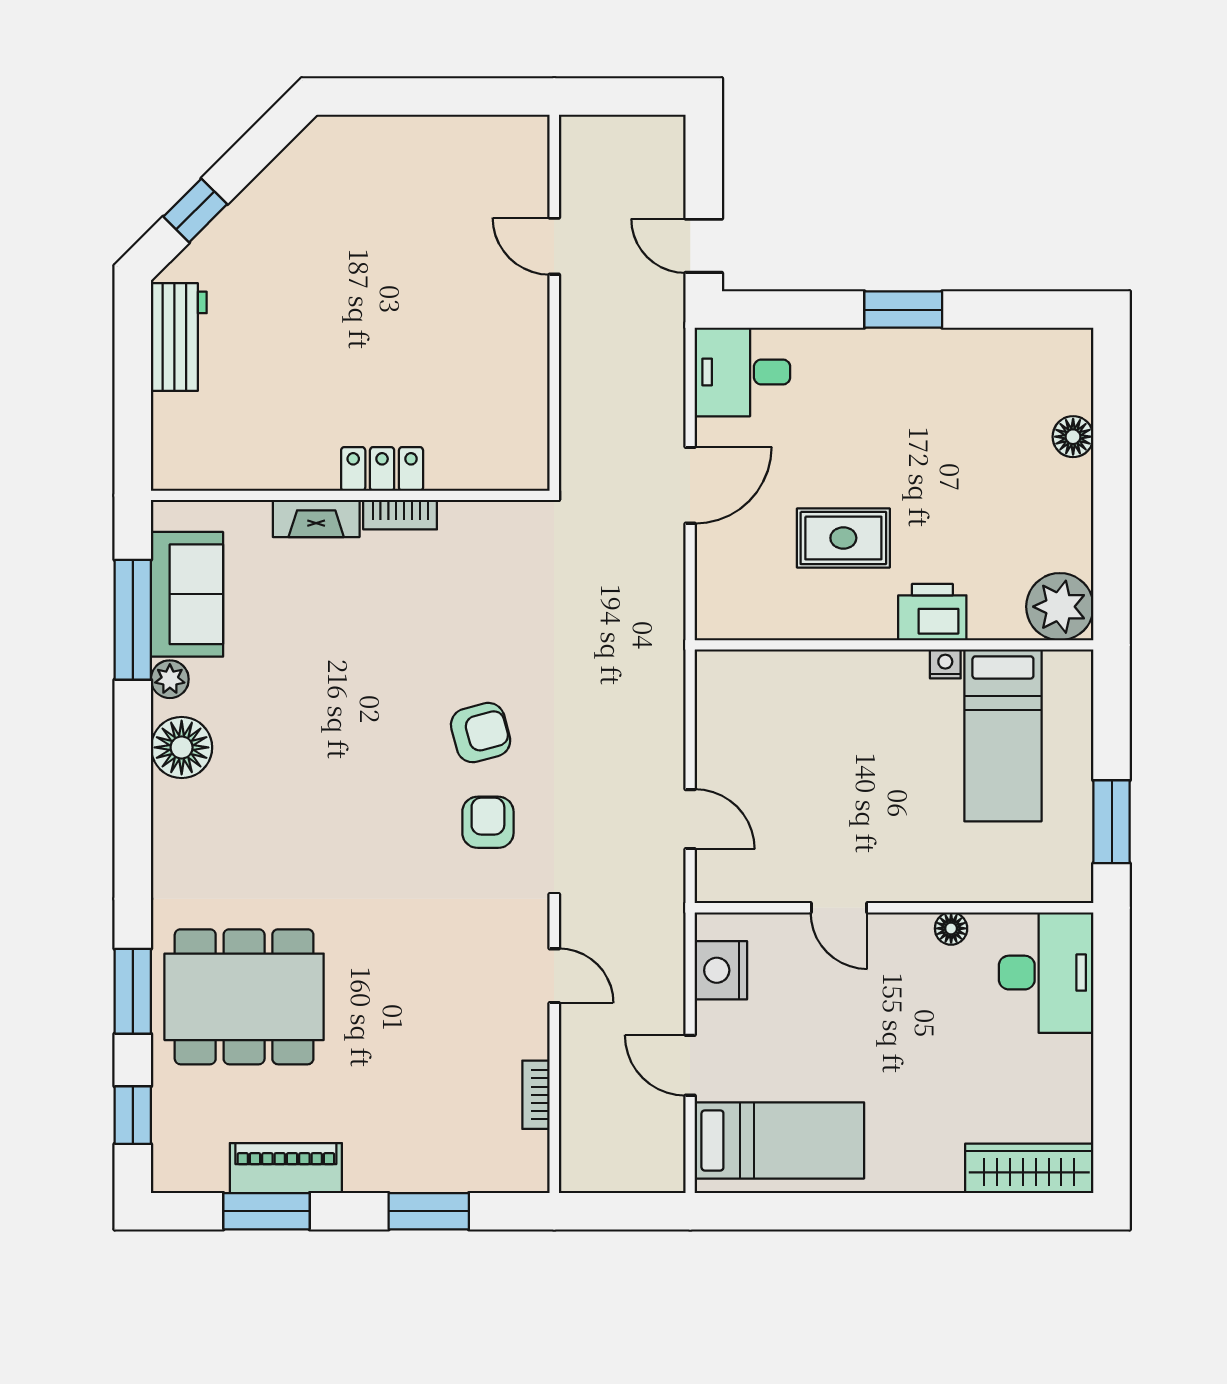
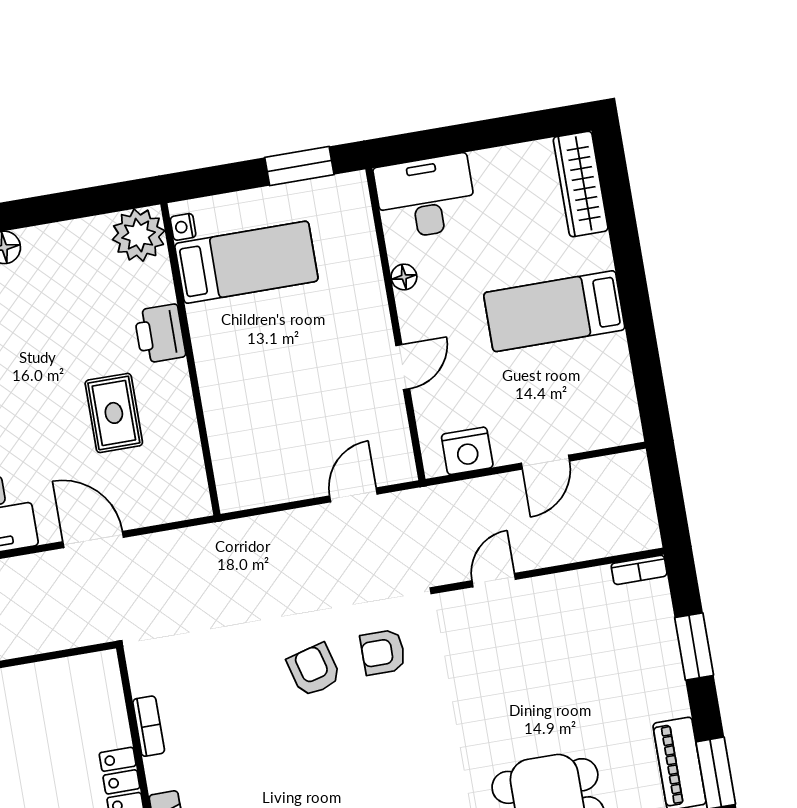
bookcase: (400, 515) -> (149, 726), moved
nightstand: (945, 664) -> (183, 227), moved
bookcase: (536, 1095) -> (639, 570), moved
bed: (779, 1140) -> (554, 311), moved, turned -90

